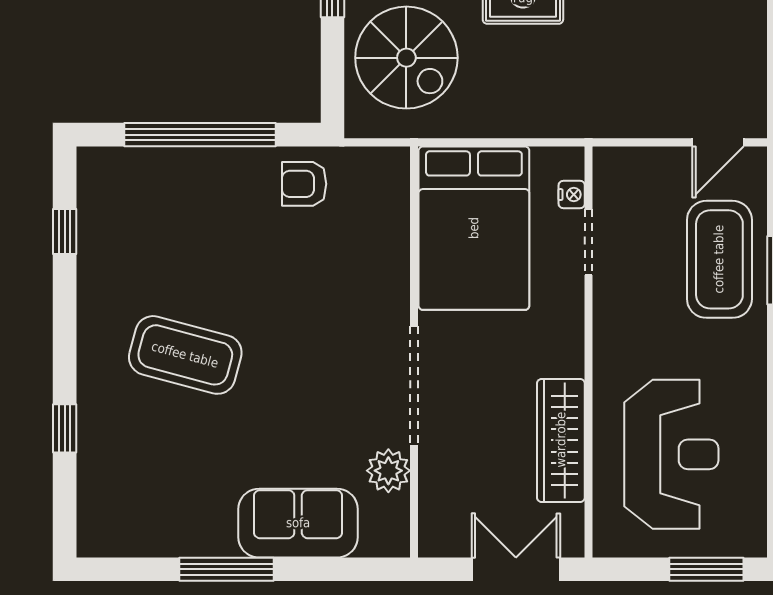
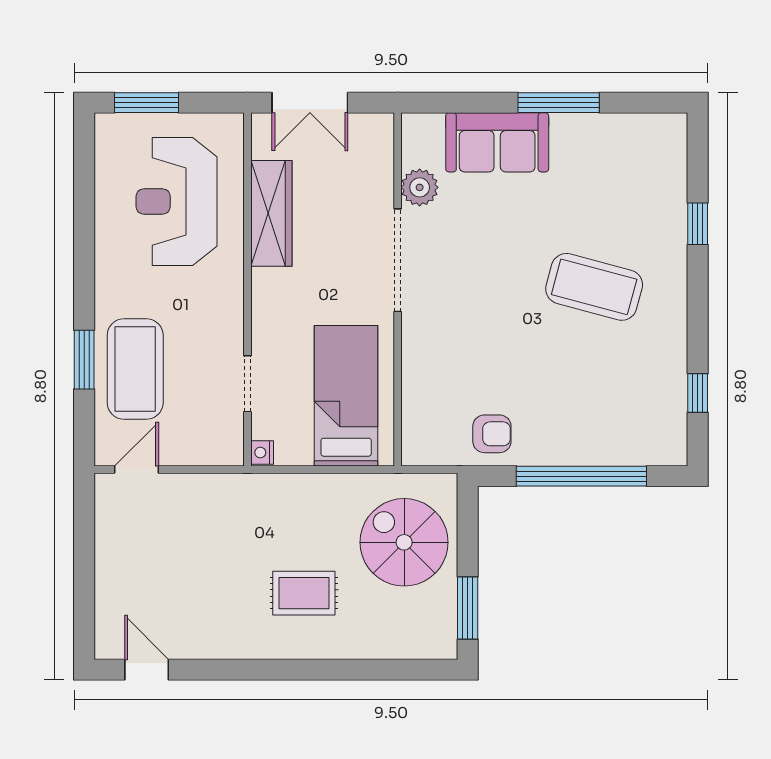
nightstand: (572, 195) -> (262, 452), moved
bed: (474, 228) -> (346, 396), width x0.67

